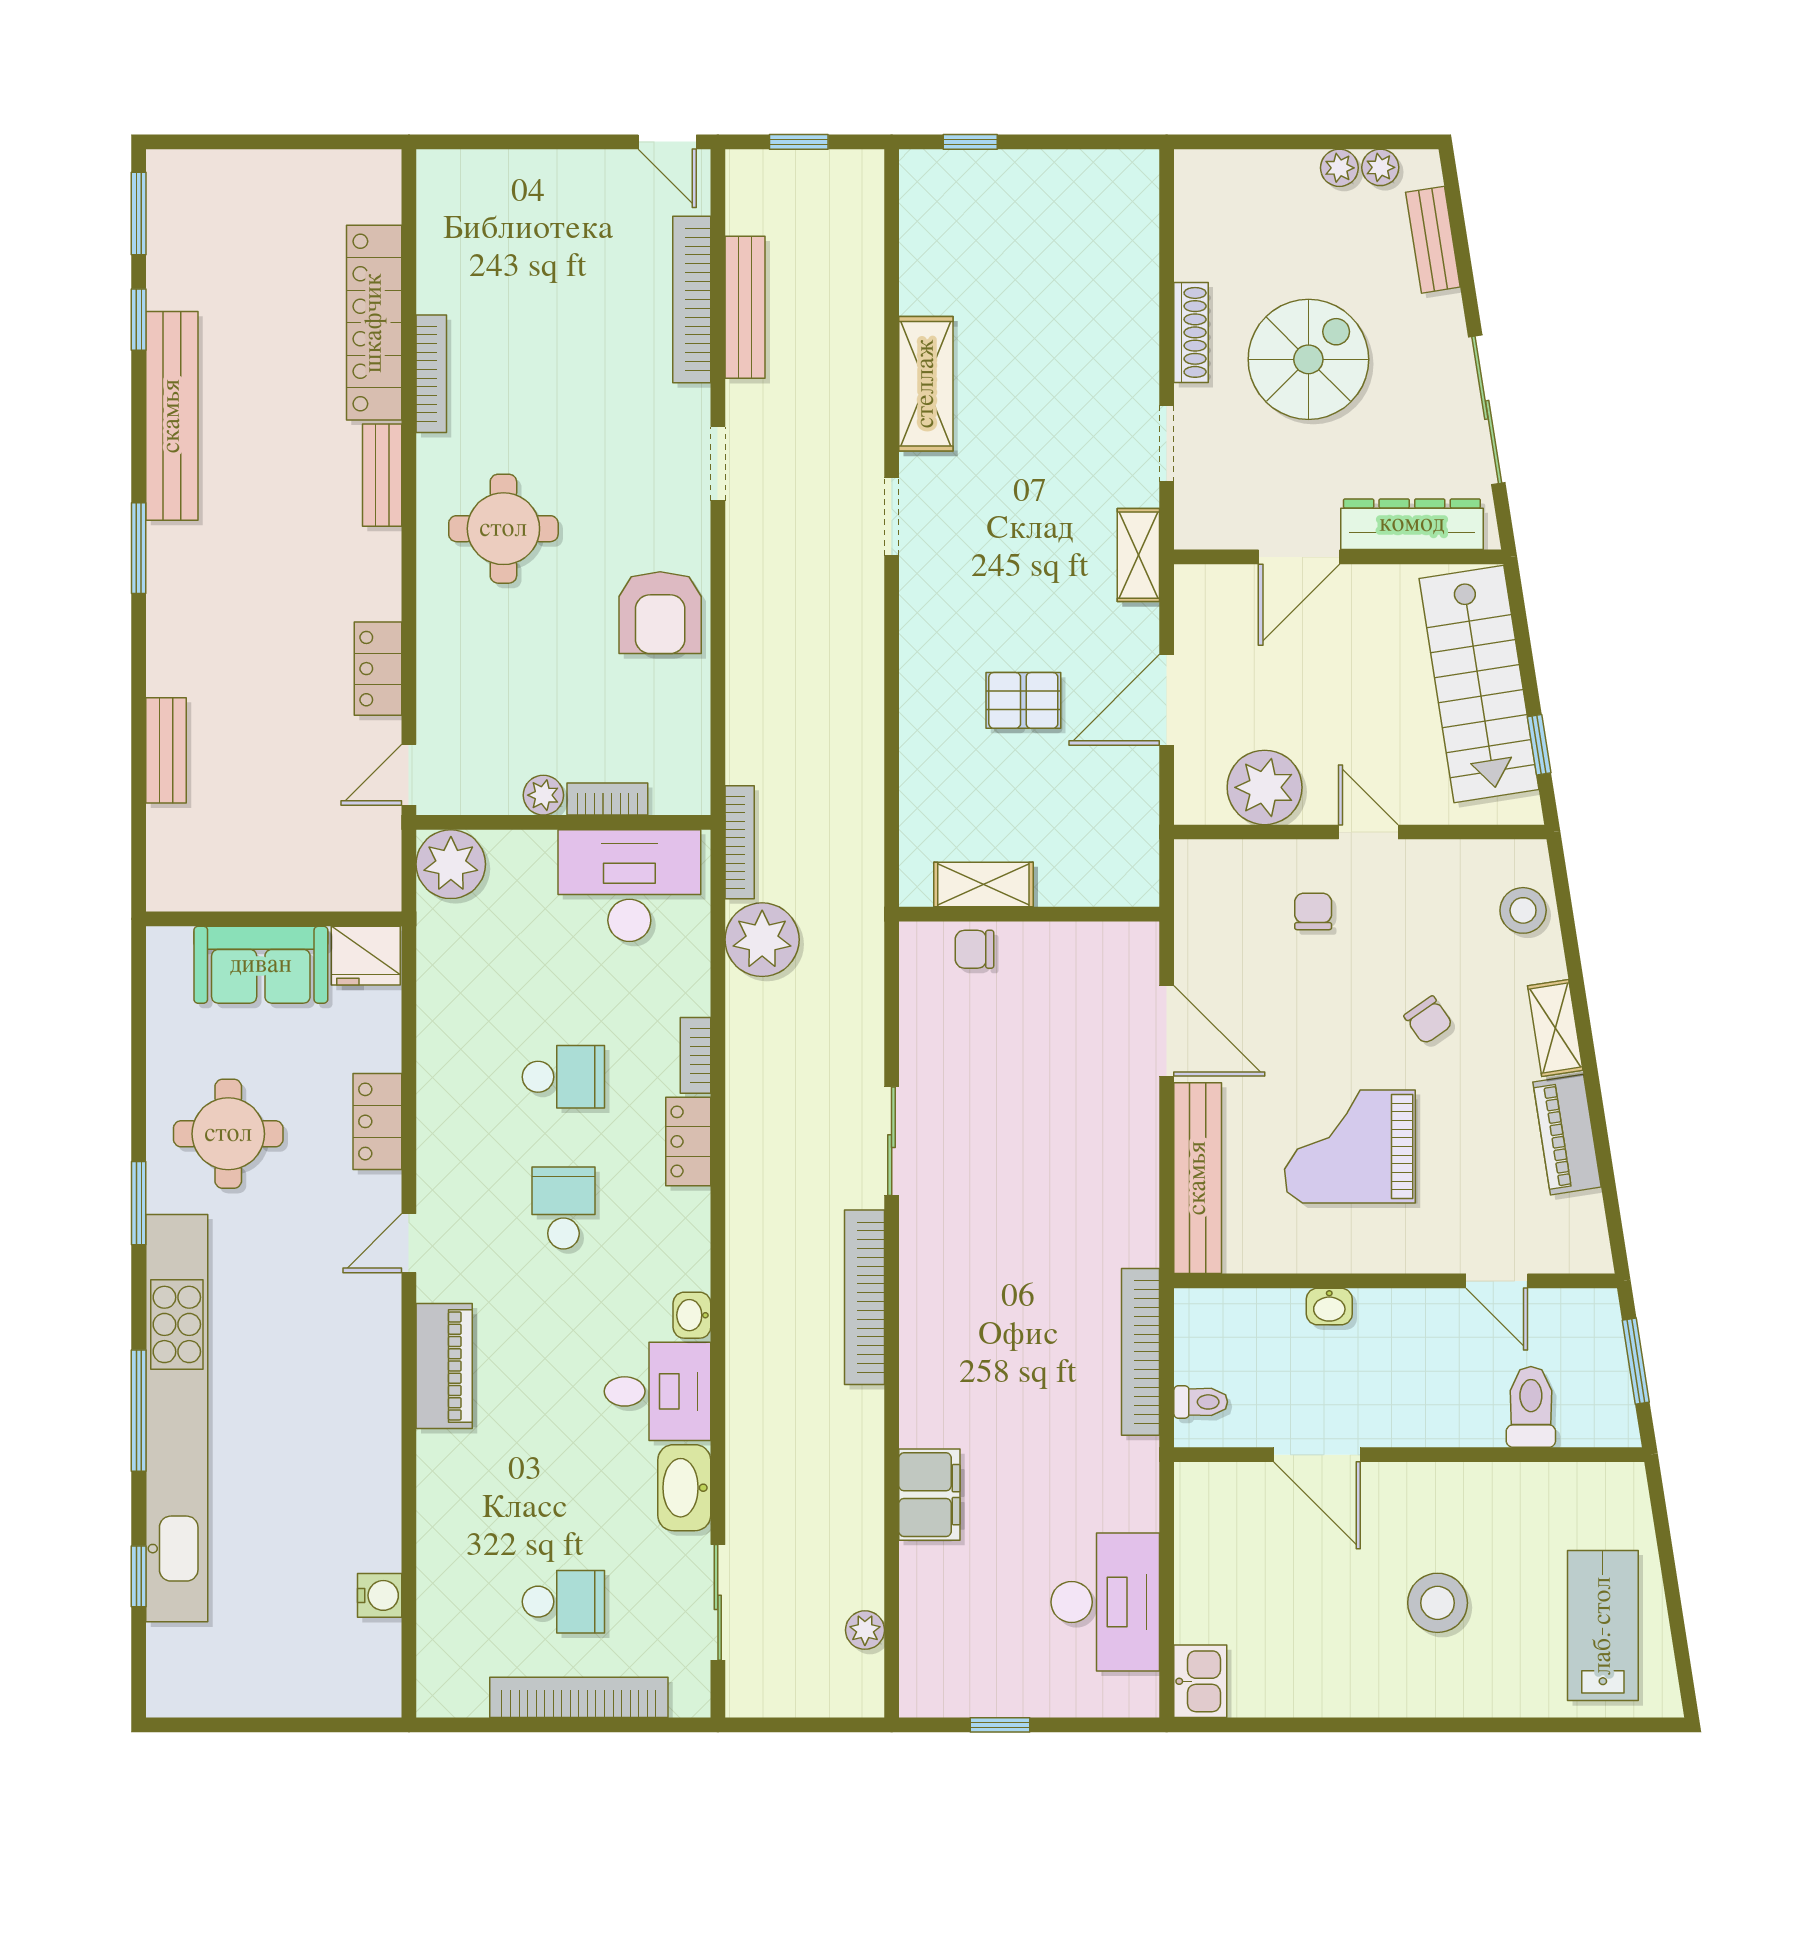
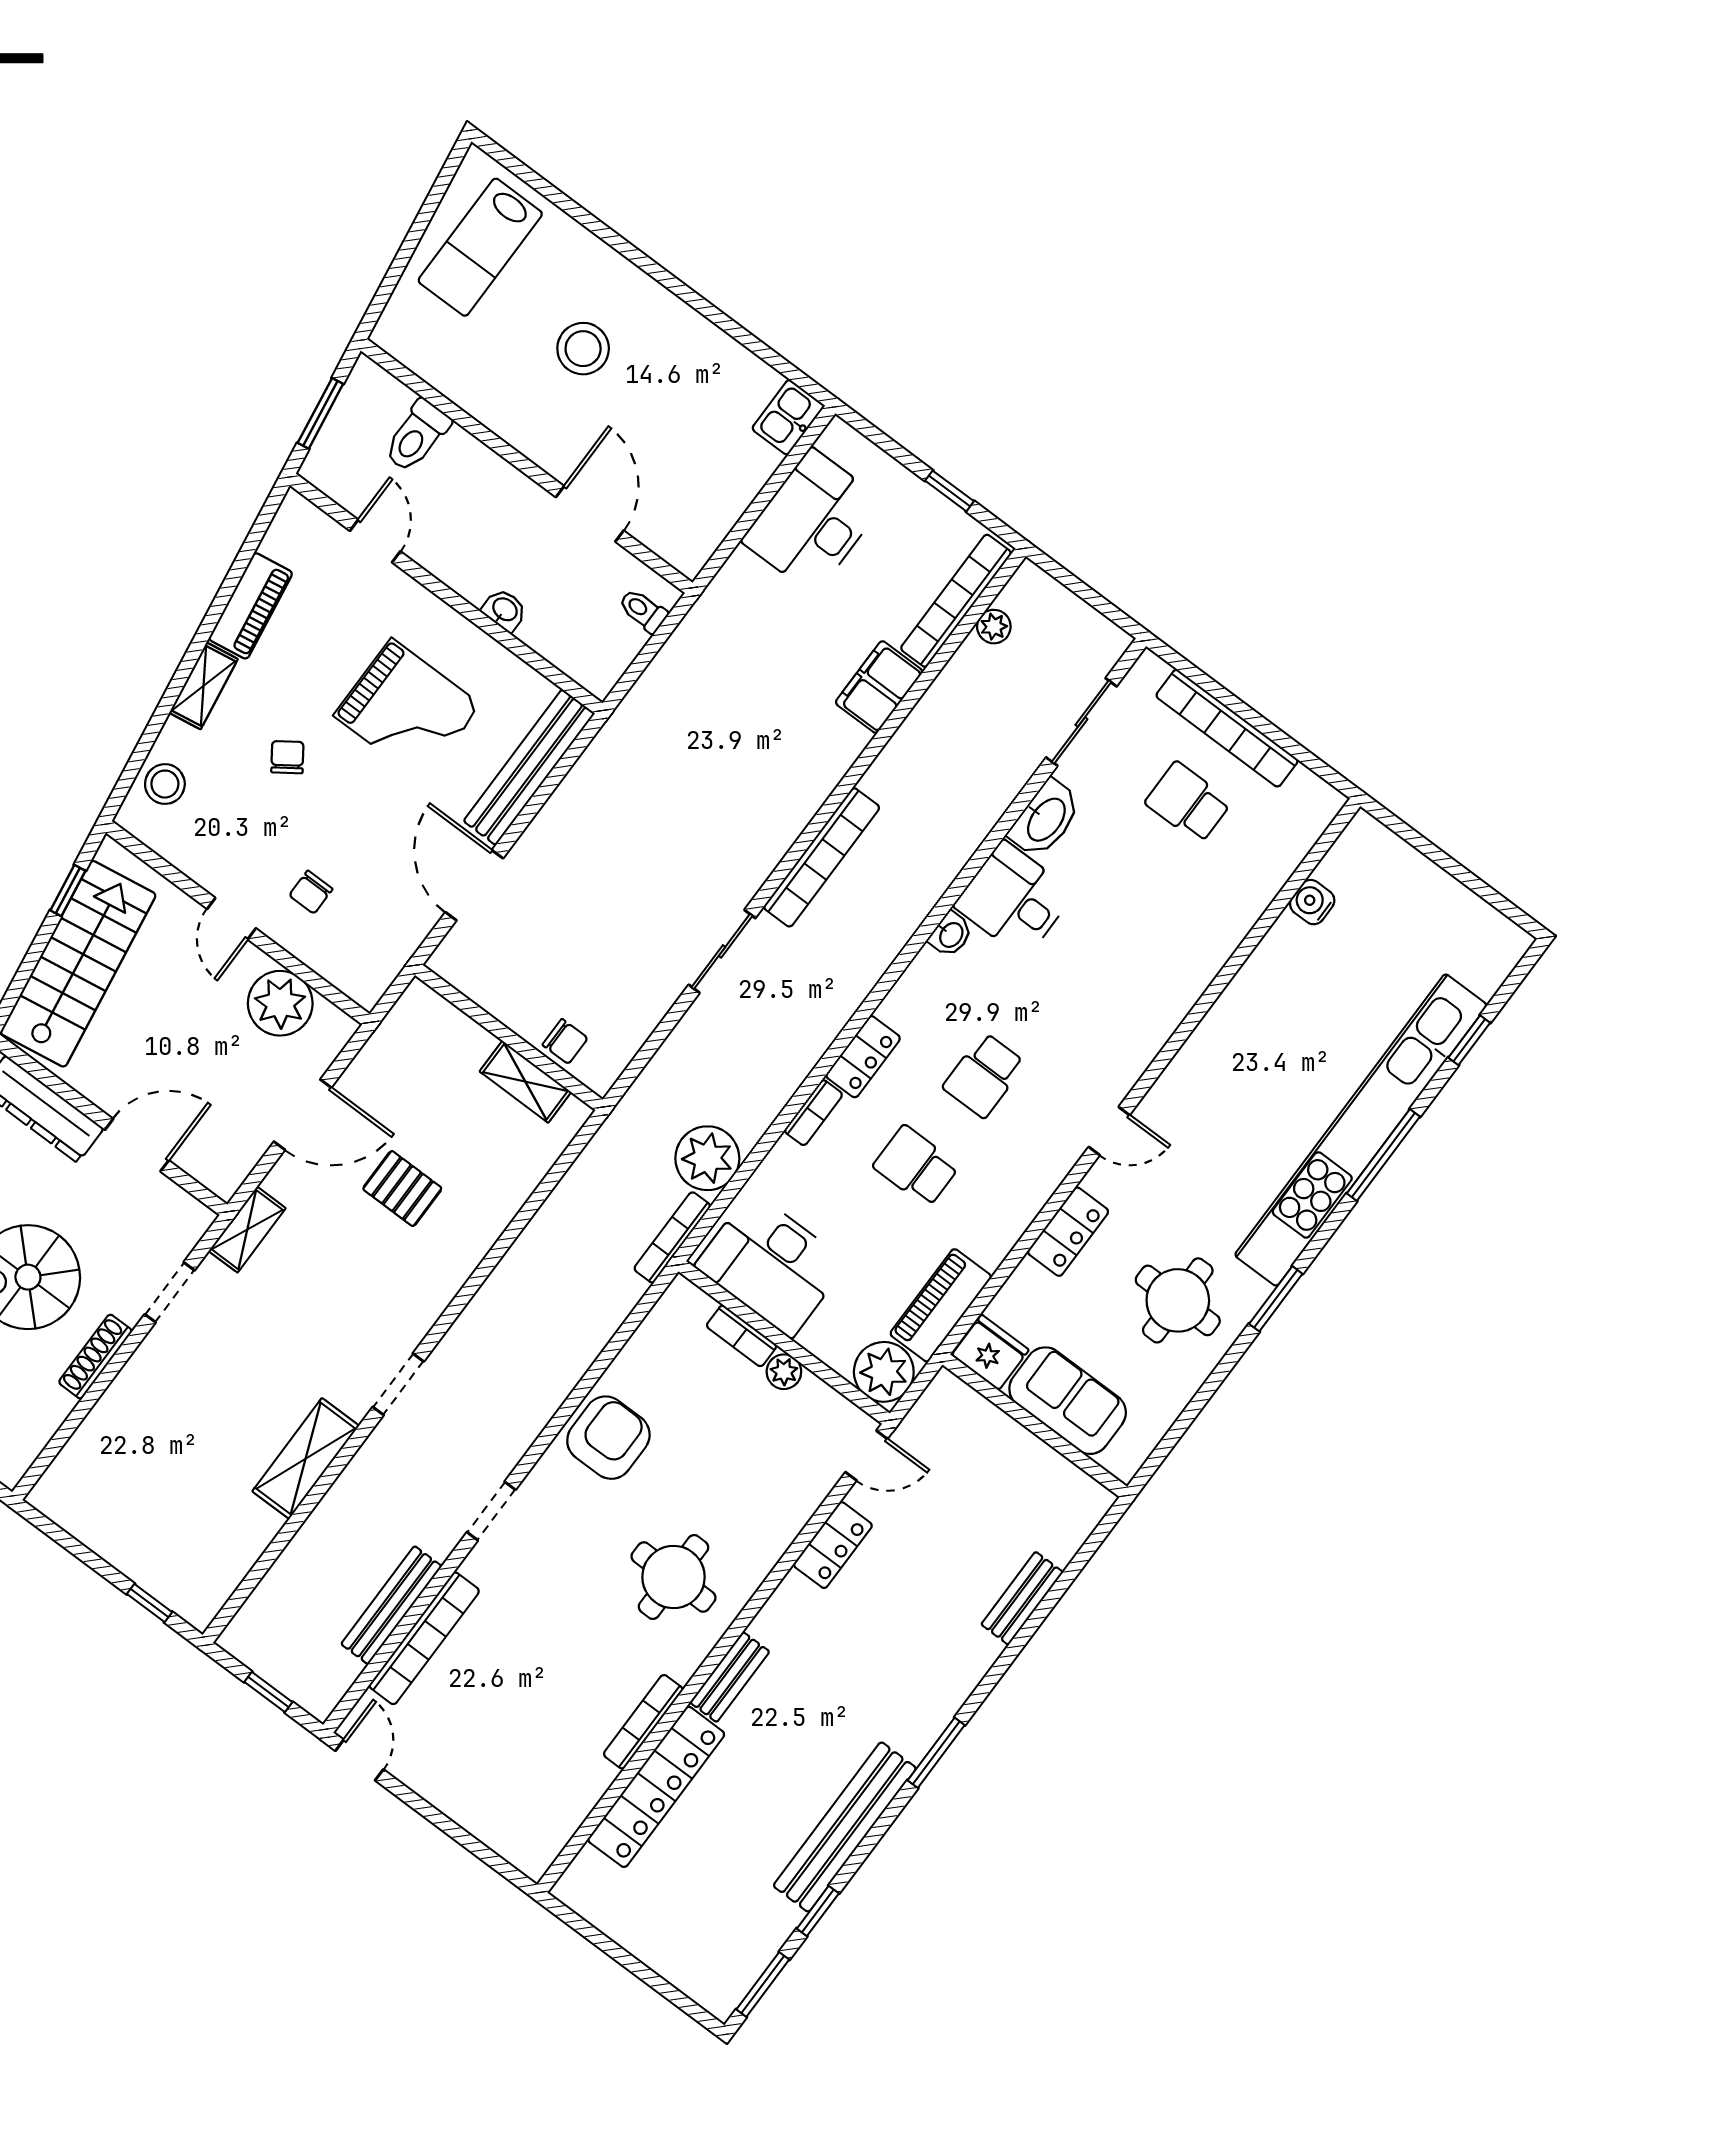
bookcase: (1141, 1352) -> (956, 601), moved, turned 180
piano: (444, 1366) -> (941, 1305), moved

